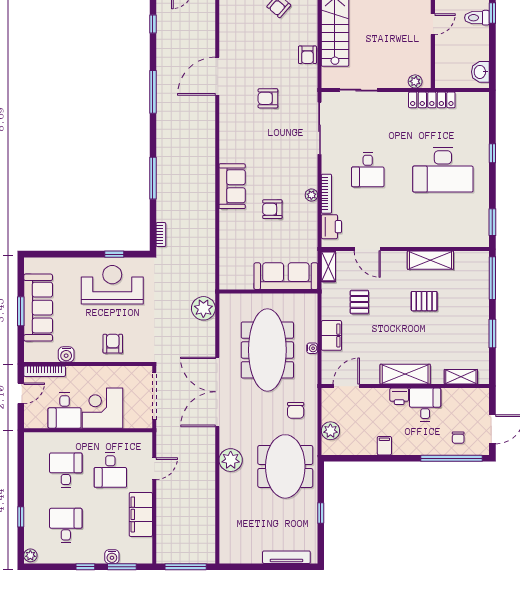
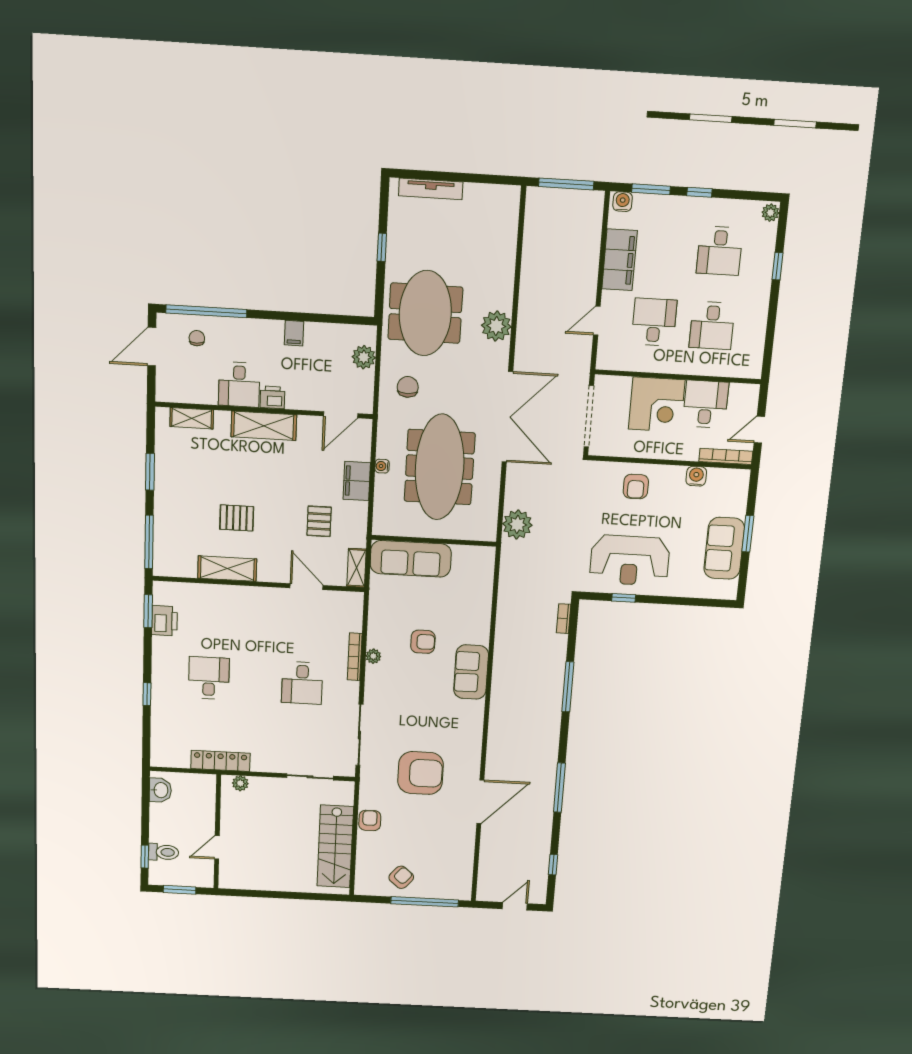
armchair: (268, 98) -> (421, 773), width x1.88, depth x1.88
desk: (368, 170) -> (302, 683), turned 180
desk: (443, 170) -> (209, 678), width x0.53, depth x0.77
printer: (331, 227) -> (164, 621), moved, turned 180
sofa: (38, 308) -> (724, 548), width x0.73
water cooler: (112, 557) -> (623, 202), moved

